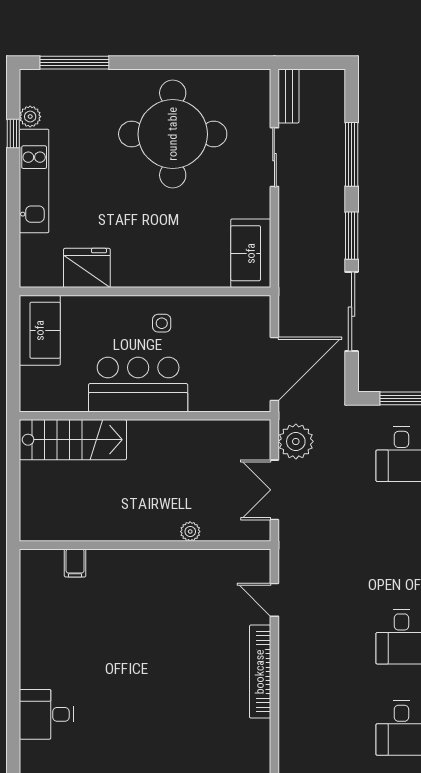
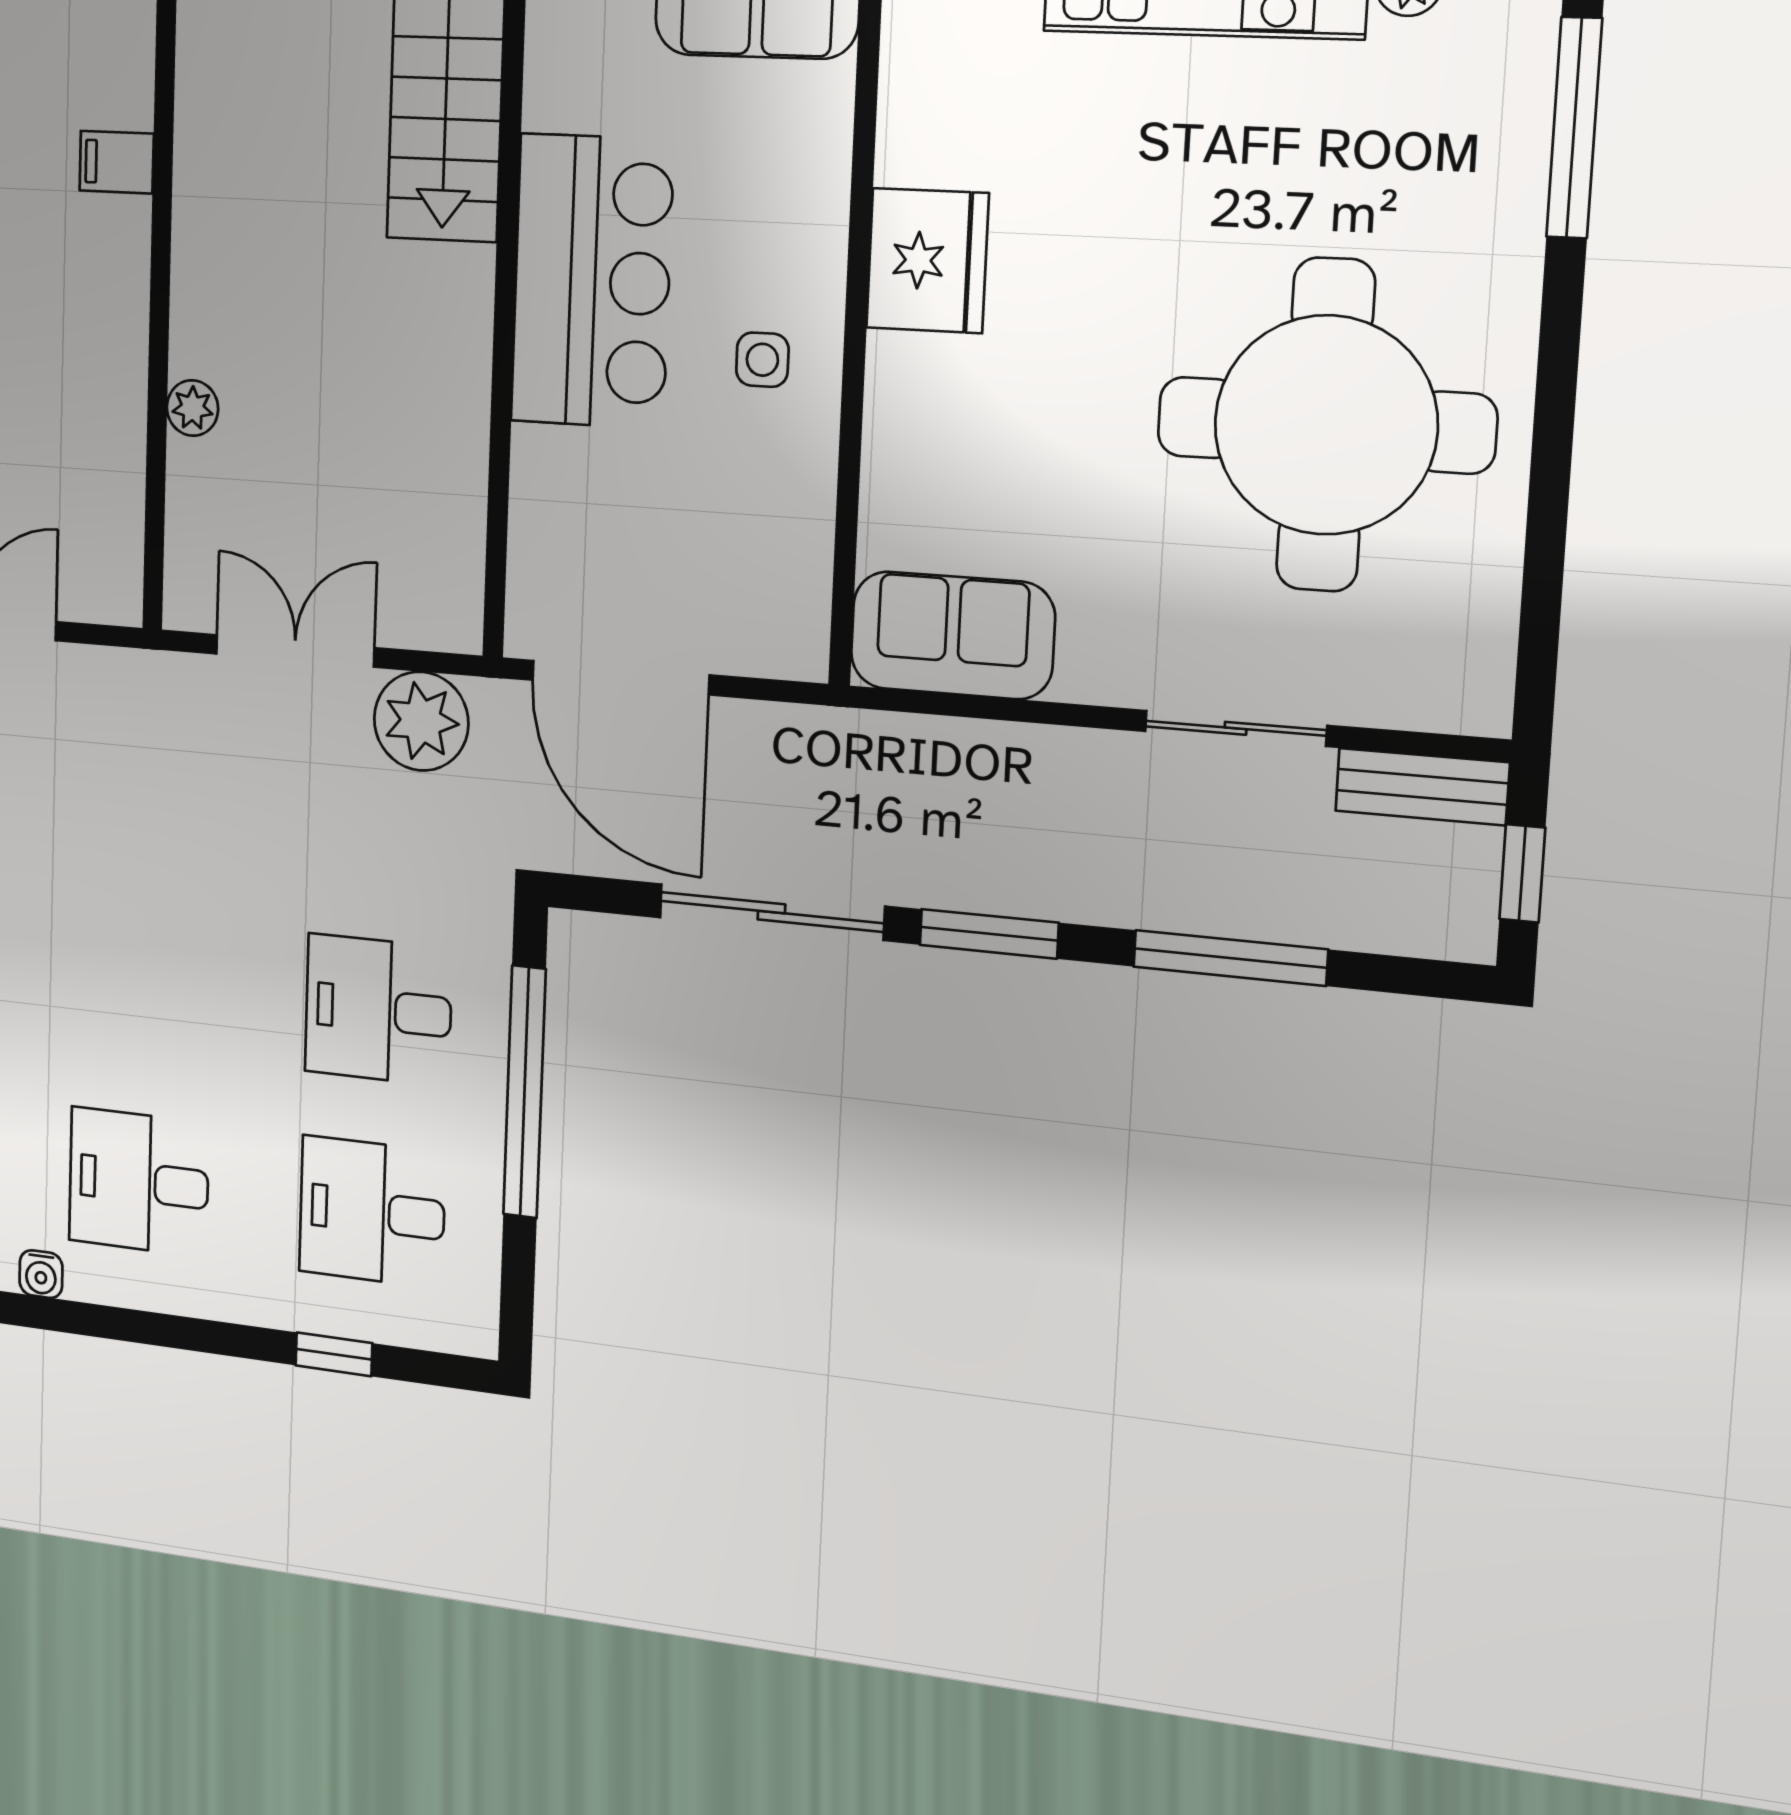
window: (314, 63) -> (1522, 873), added
fridge: (87, 268) -> (927, 261), moved
filing cabinet: (75, 563) -> (117, 162), moved

